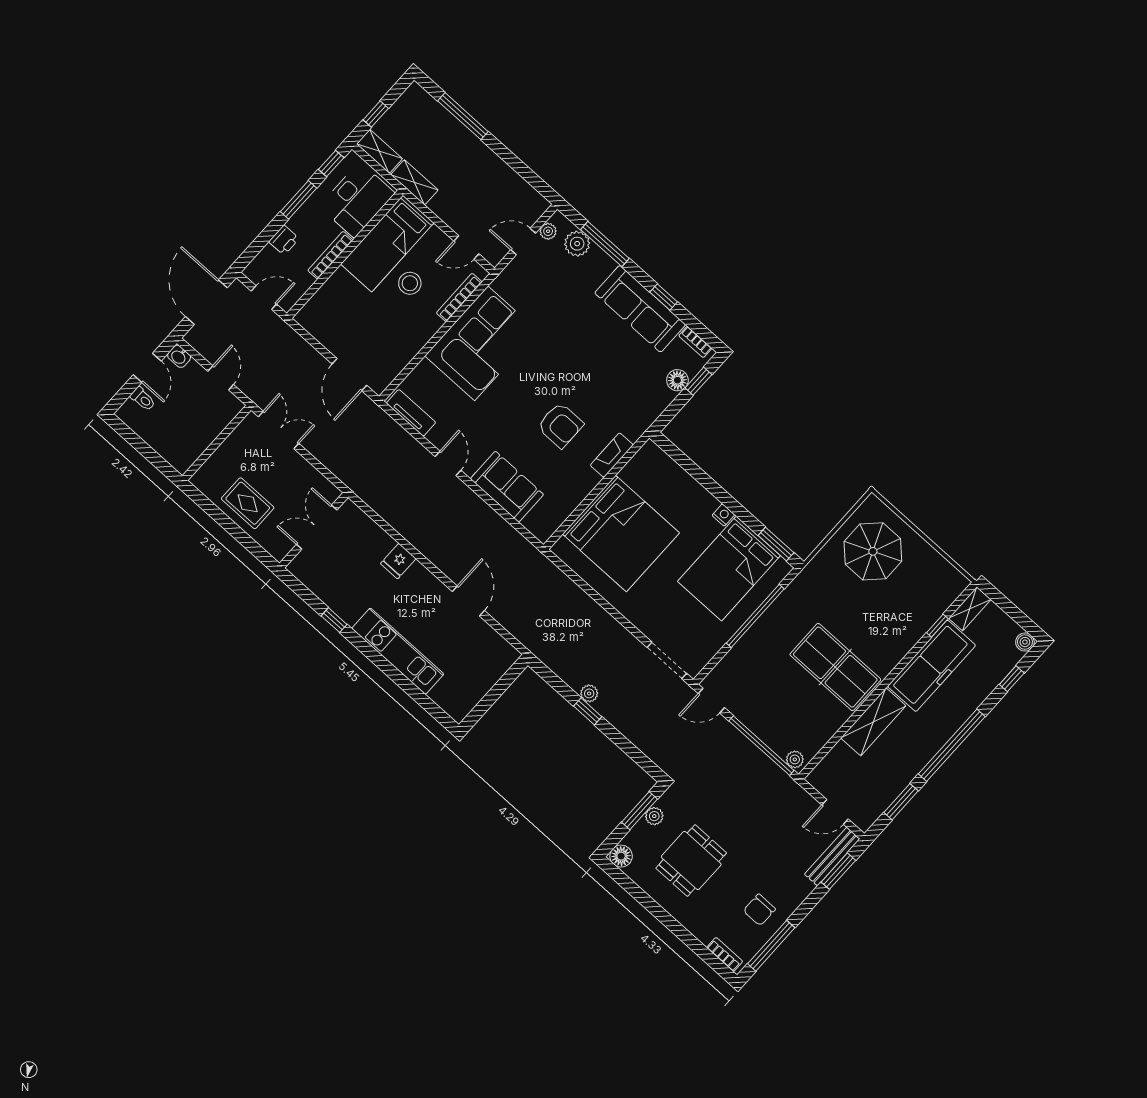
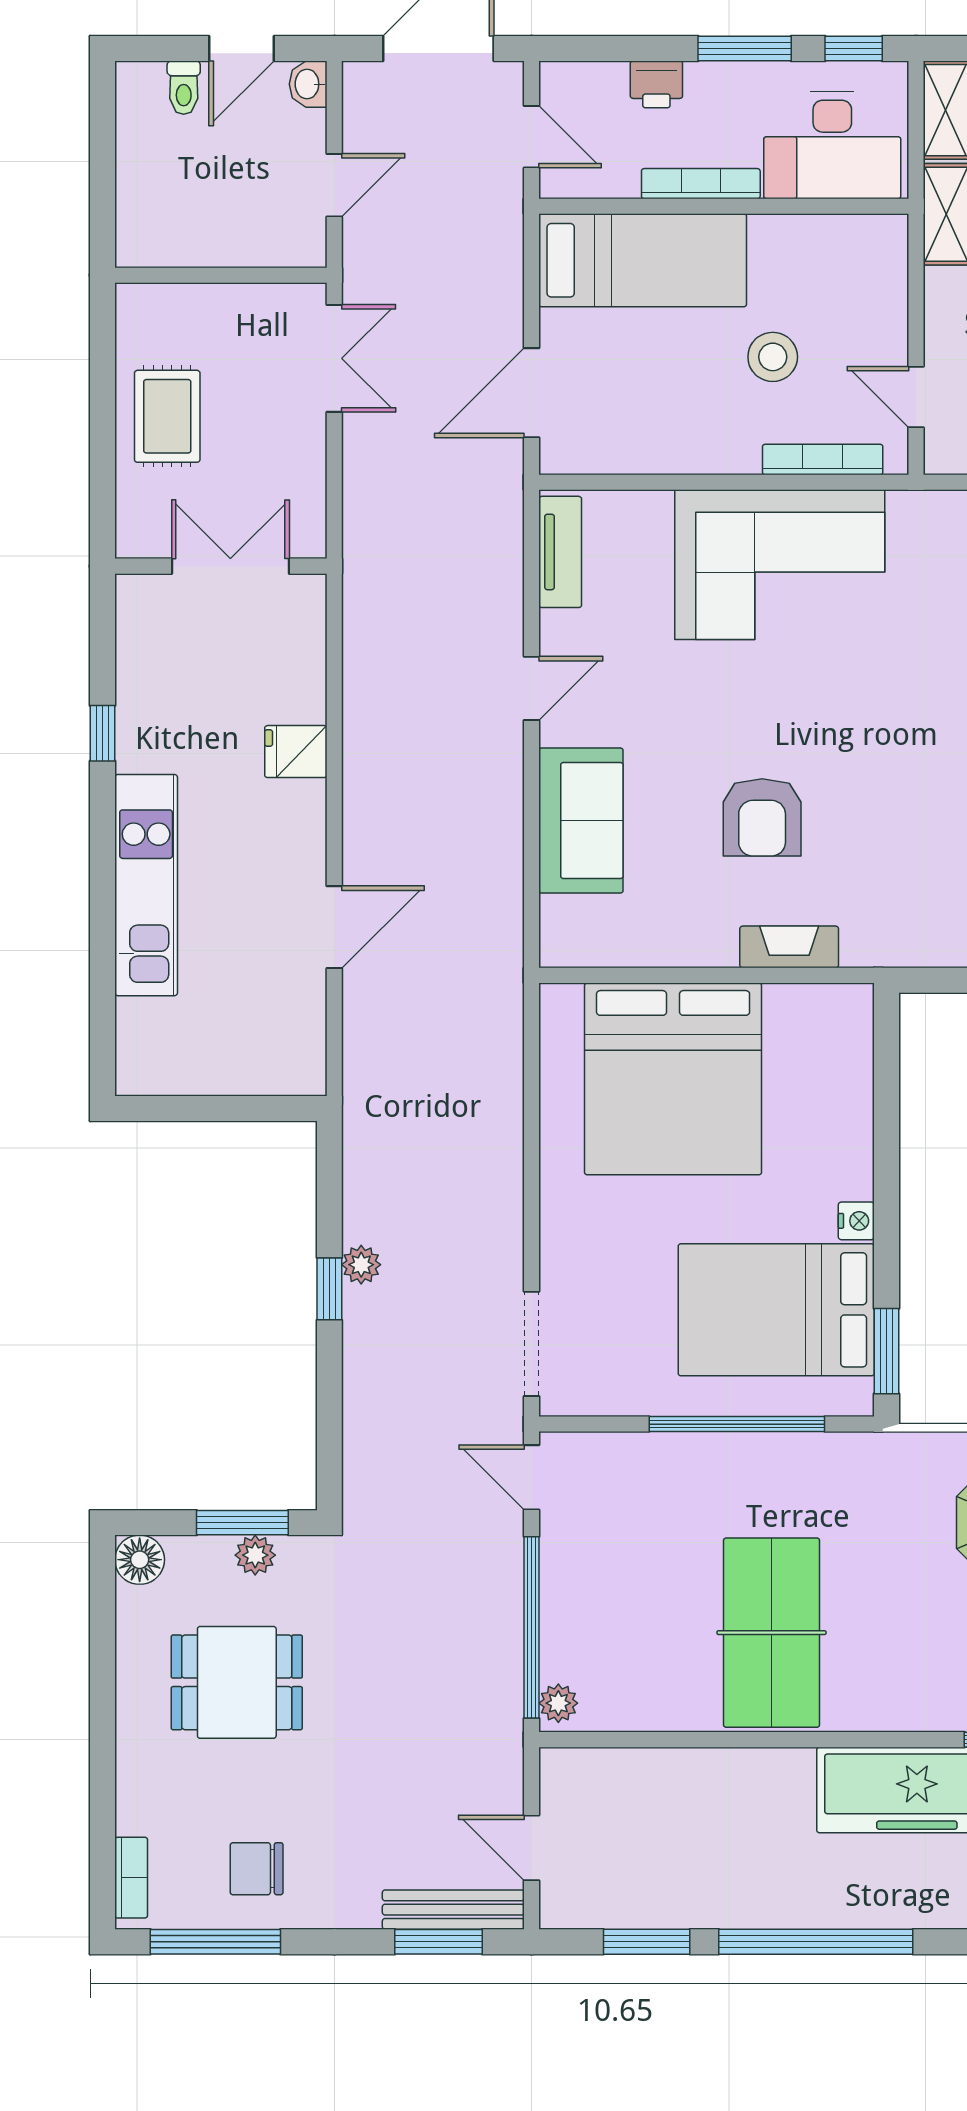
bed: (387, 243) -> (643, 260), moved, turned 180
shelving: (873, 722) -> (738, 1777), removed

